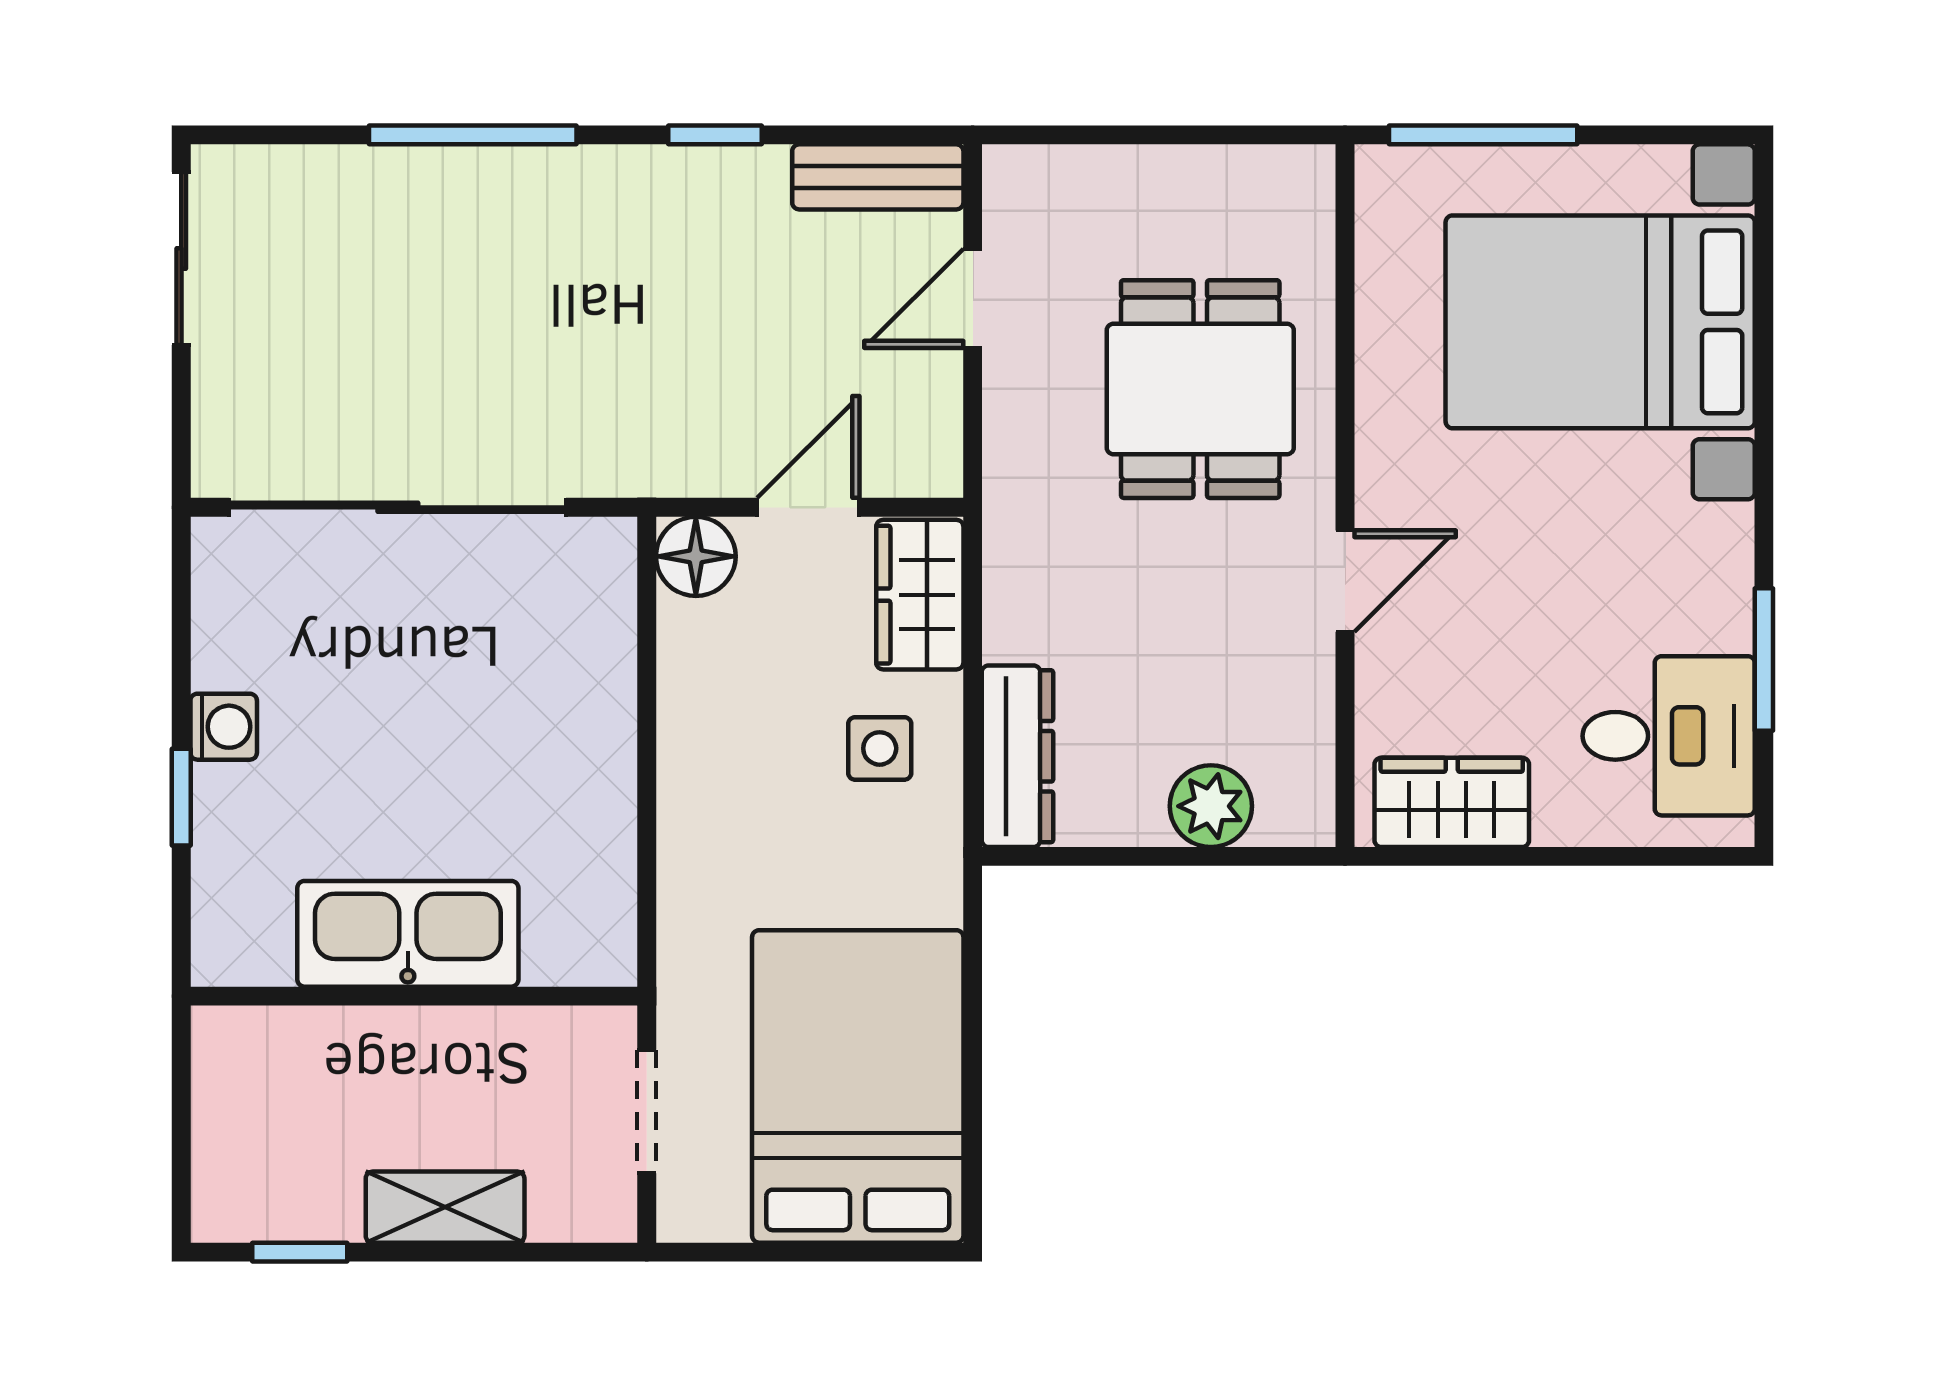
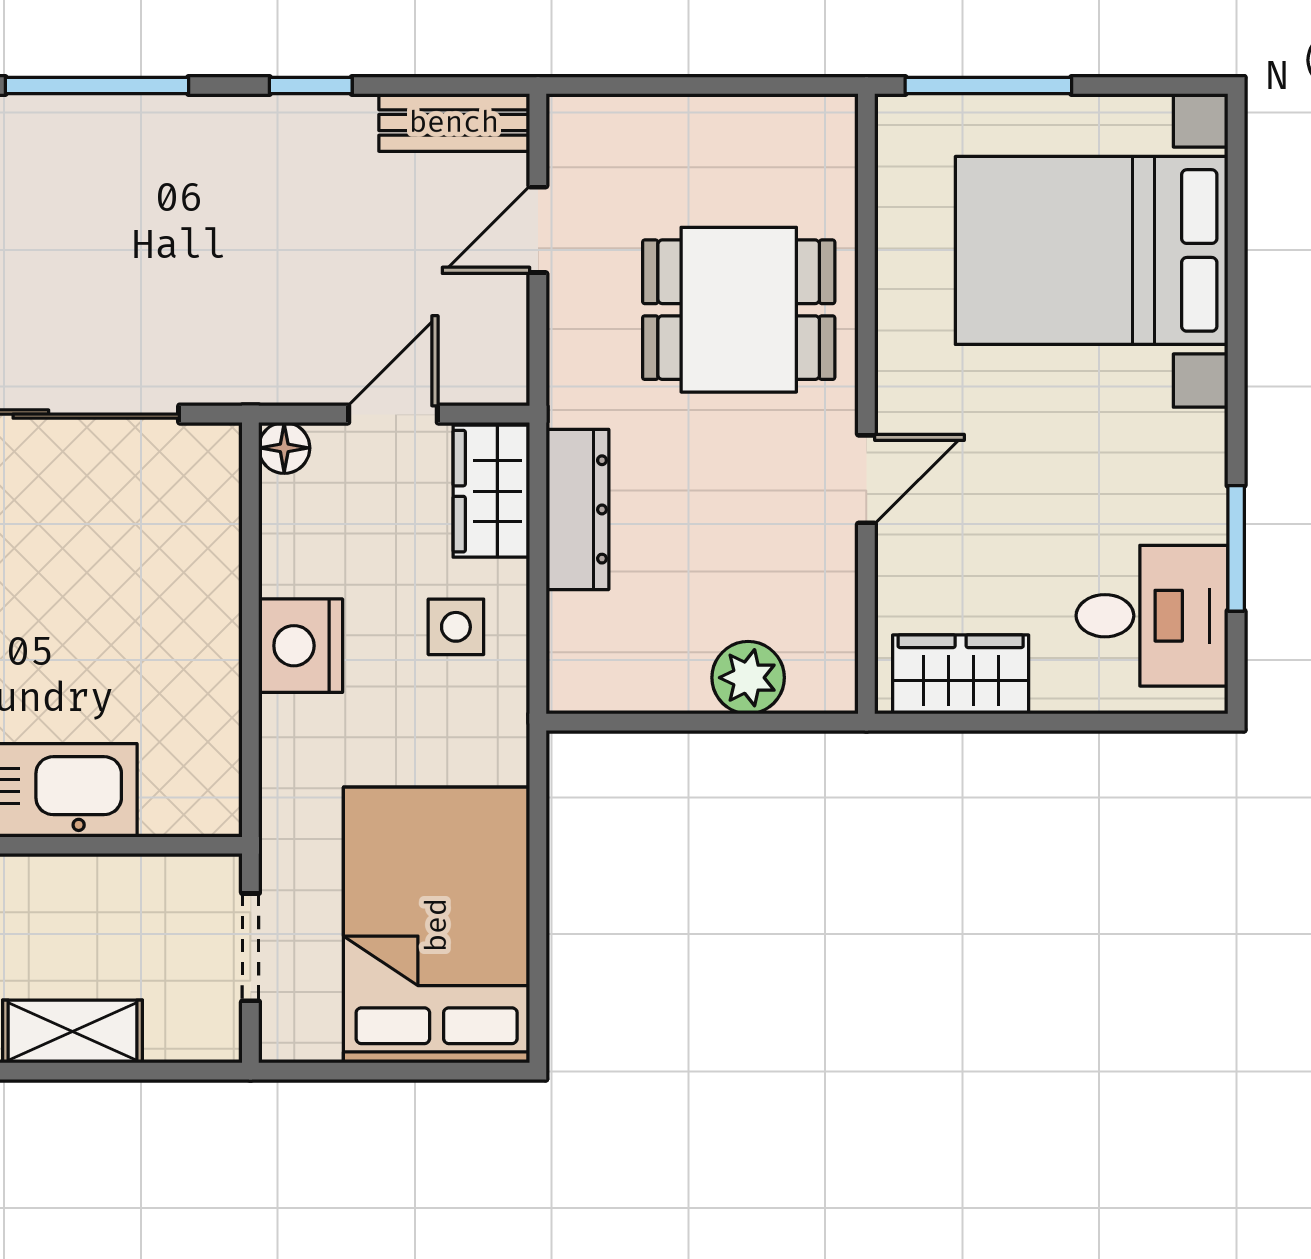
dining table: (1200, 389) -> (739, 310), turned 90
floor lamp: (696, 556) -> (284, 448), width x0.73, depth x0.73
dresser: (1017, 756) -> (577, 509), moved
nightstand: (704, 770) -> (301, 646), added

